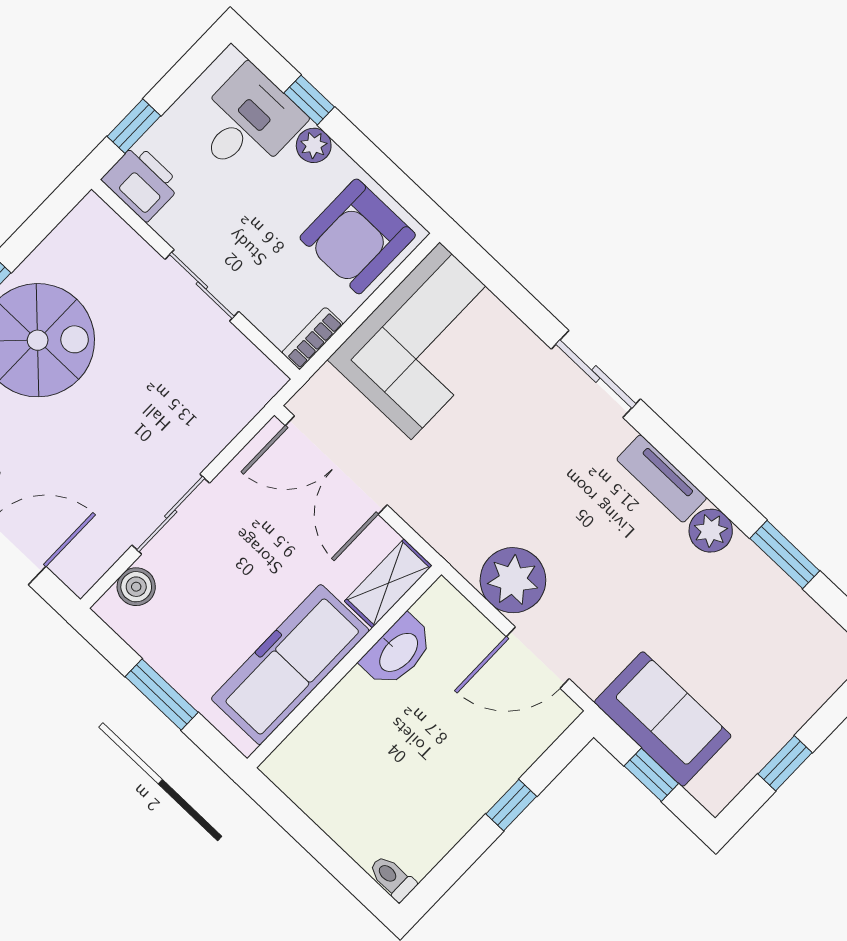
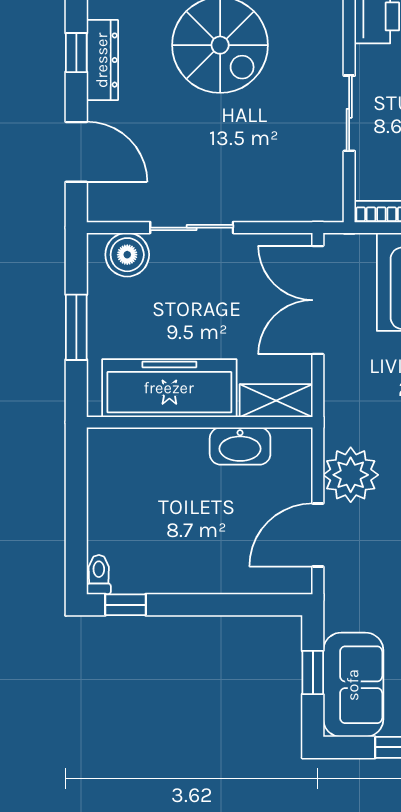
boiler: (136, 587) -> (127, 255), width x1.36, depth x1.36
door: (538, 658) -> (318, 535), hinge flipped
sofa: (663, 719) -> (353, 685), moved
window: (511, 805) -> (125, 605), moved

